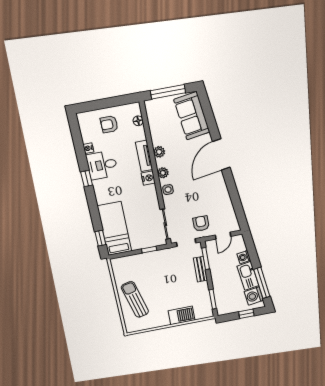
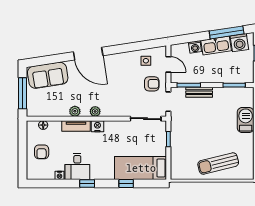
side table: (168, 190) -> (146, 61), moved
armchair: (201, 224) -> (152, 84), turned 180
window: (100, 238) -> (126, 183), moved

